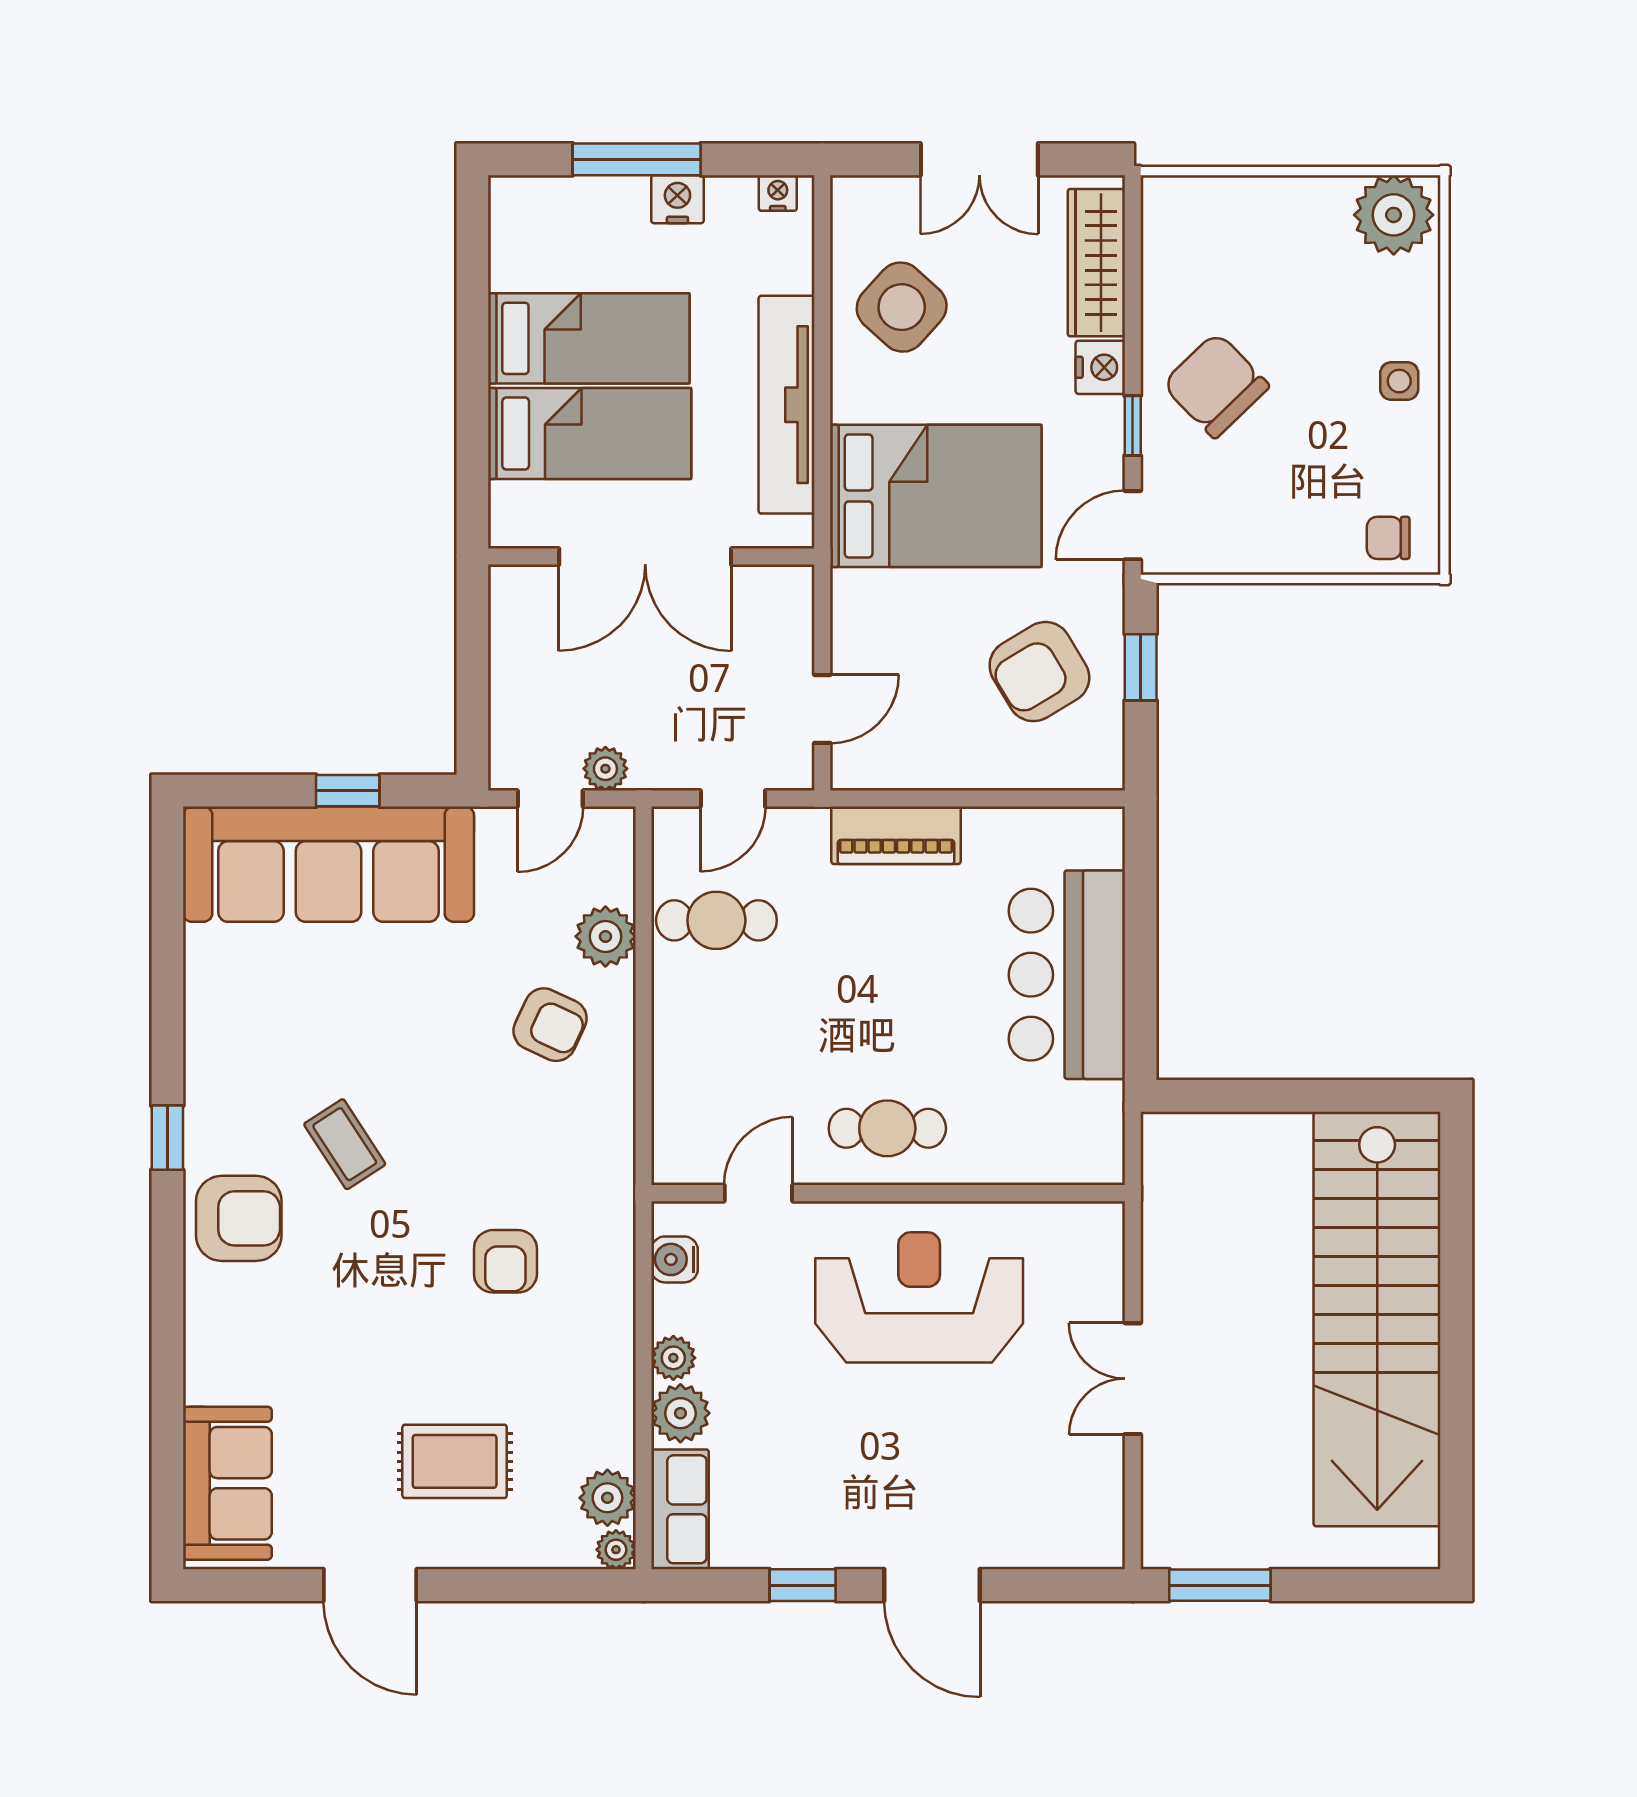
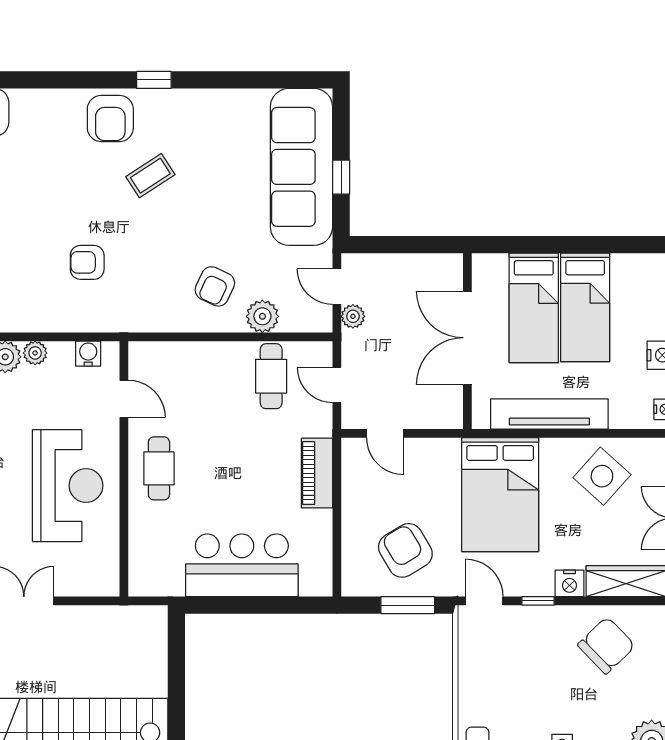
chair: (1216, 385) -> (606, 645), moved
window: (1141, 667) -> (408, 605), width x1.50

